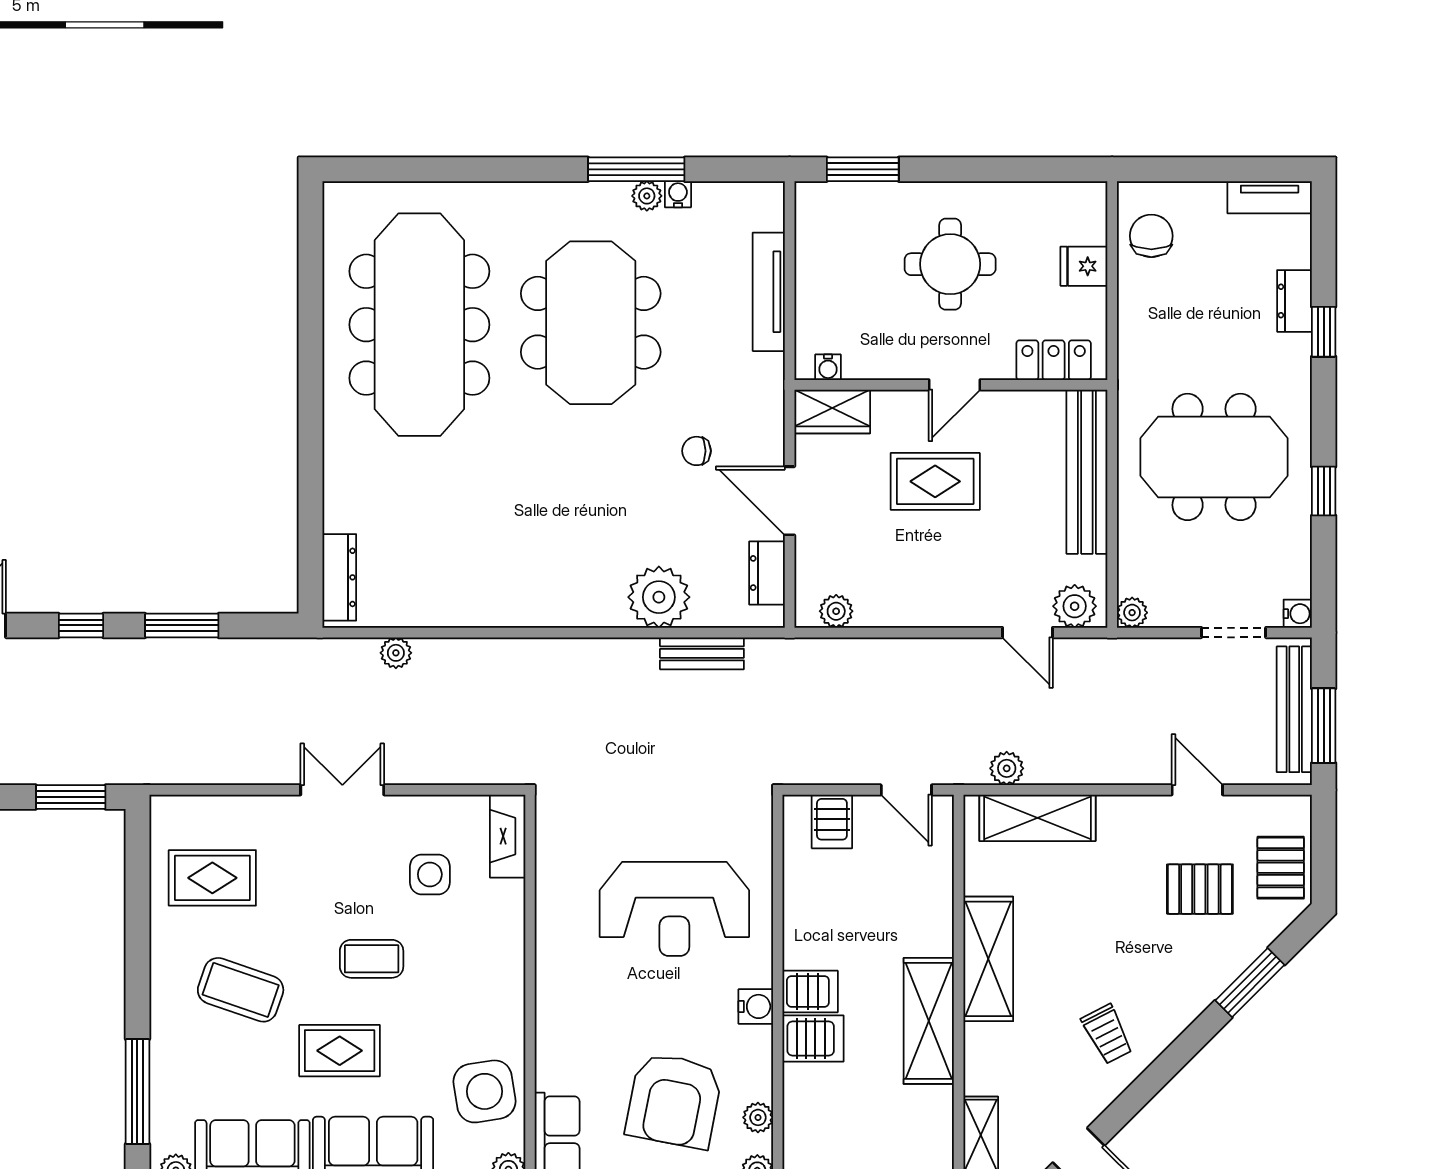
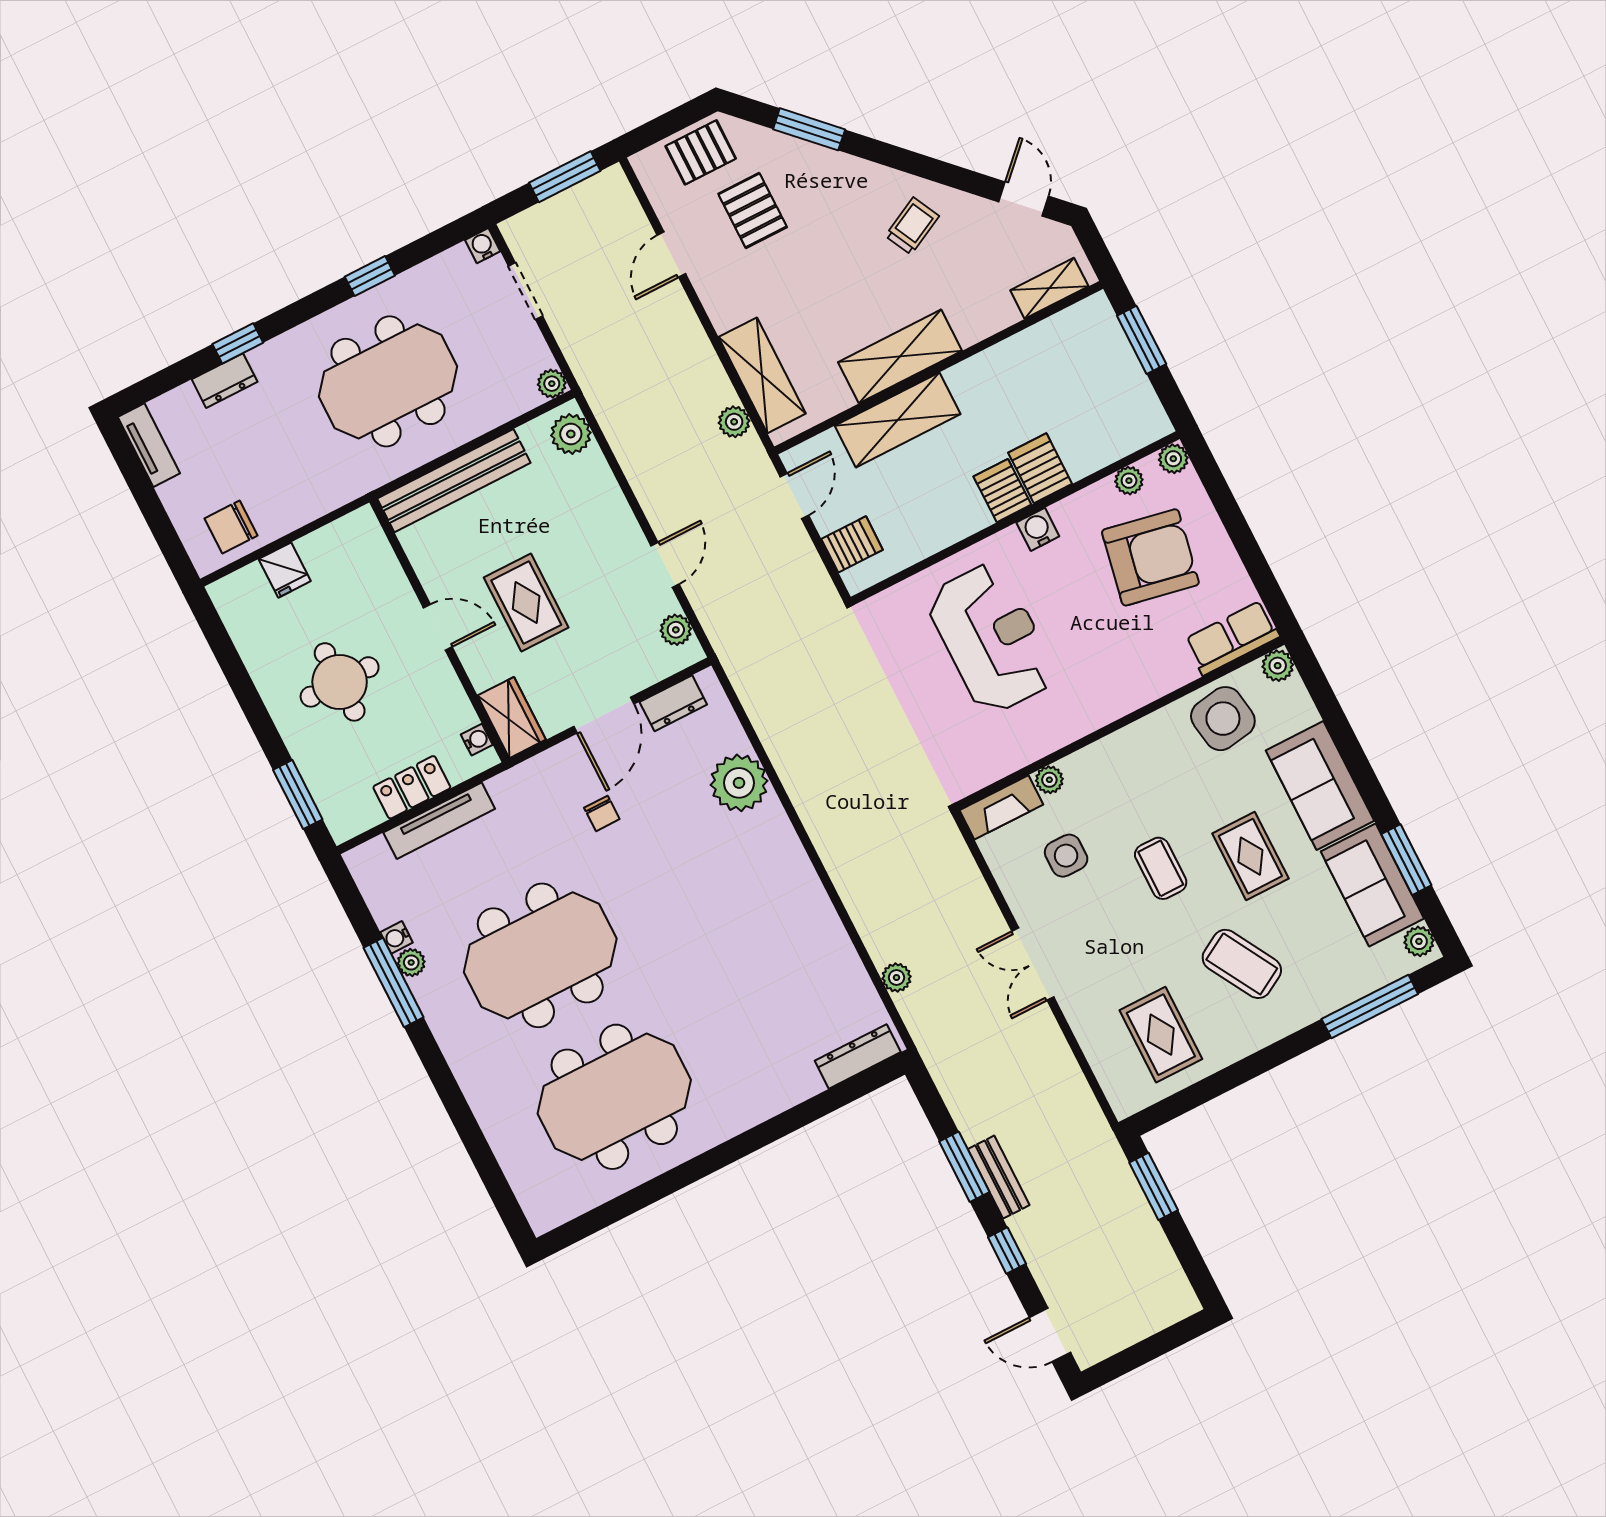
meeting table: (419, 325) -> (614, 1097), width x0.73
locker: (1054, 360) -> (412, 787), moved, turned 90
meeting table: (1214, 457) -> (388, 381), turned 90
door: (1028, 633) -> (665, 565), moved
bench: (702, 653) -> (999, 1177), moved
bench: (1294, 709) -> (563, 208), removed
plant: (511, 895) -> (1049, 780), added
coffee table: (241, 990) -> (1242, 964), turned -49
shelving: (929, 1021) -> (898, 420), moved

